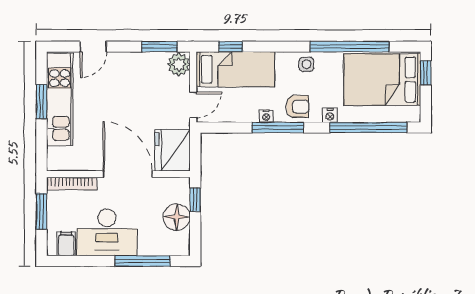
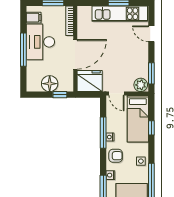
window: (231, 47) -> (151, 128), moved
armchair: (297, 107) -> (116, 156), turned -90
window: (278, 128) -> (103, 133), moved
window: (143, 261) -> (23, 50), moved

